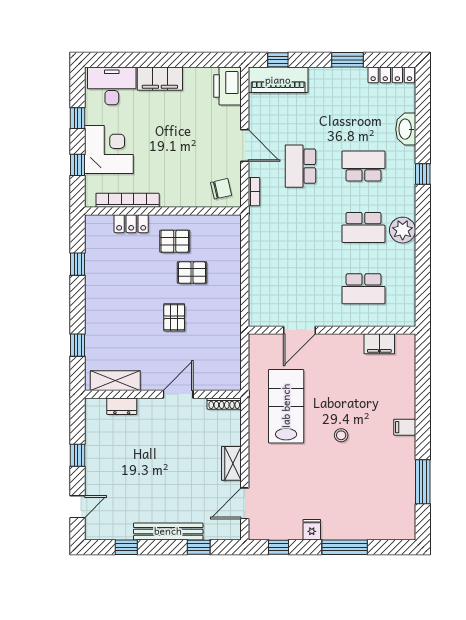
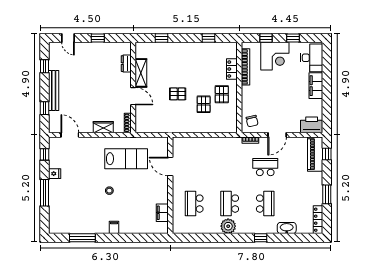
shelving: (115, 381) -> (141, 73), moved
wardrobe: (231, 463) -> (103, 127), moved

